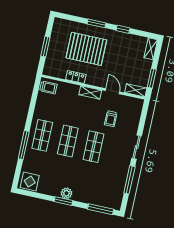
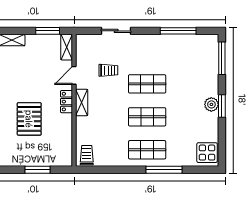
pallet: (86, 49) -> (29, 119), width x0.73, depth x0.71
locker: (76, 77) -> (67, 102), moved
sliding door: (137, 147) -> (116, 31), moved

